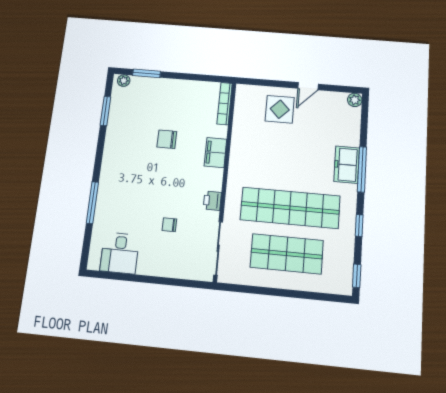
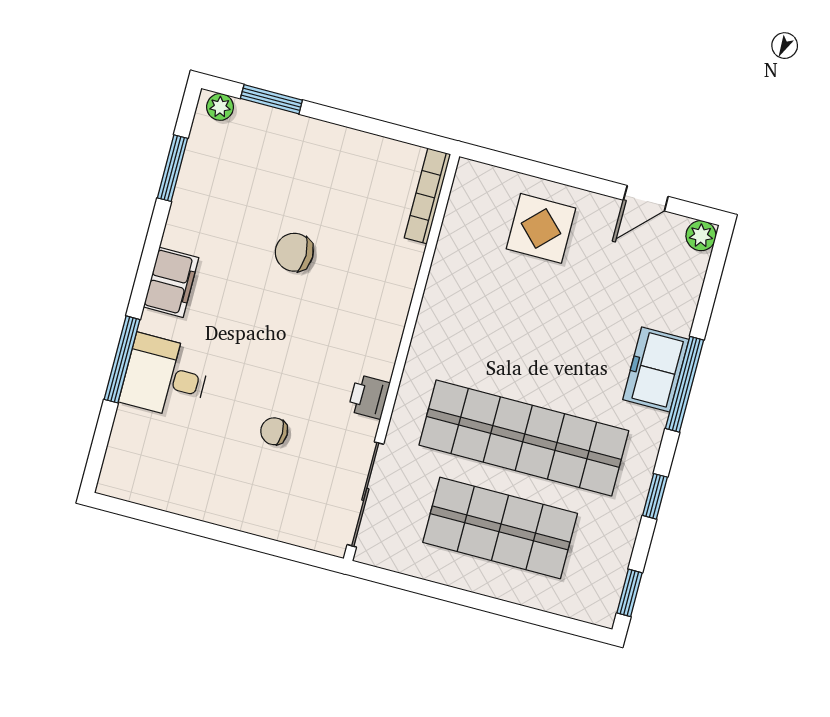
door: (308, 86) -> (646, 198), moved
filing cabinet: (215, 153) -> (171, 282), moved, turned 180
desk: (120, 253) -> (165, 377), moved, turned 90

